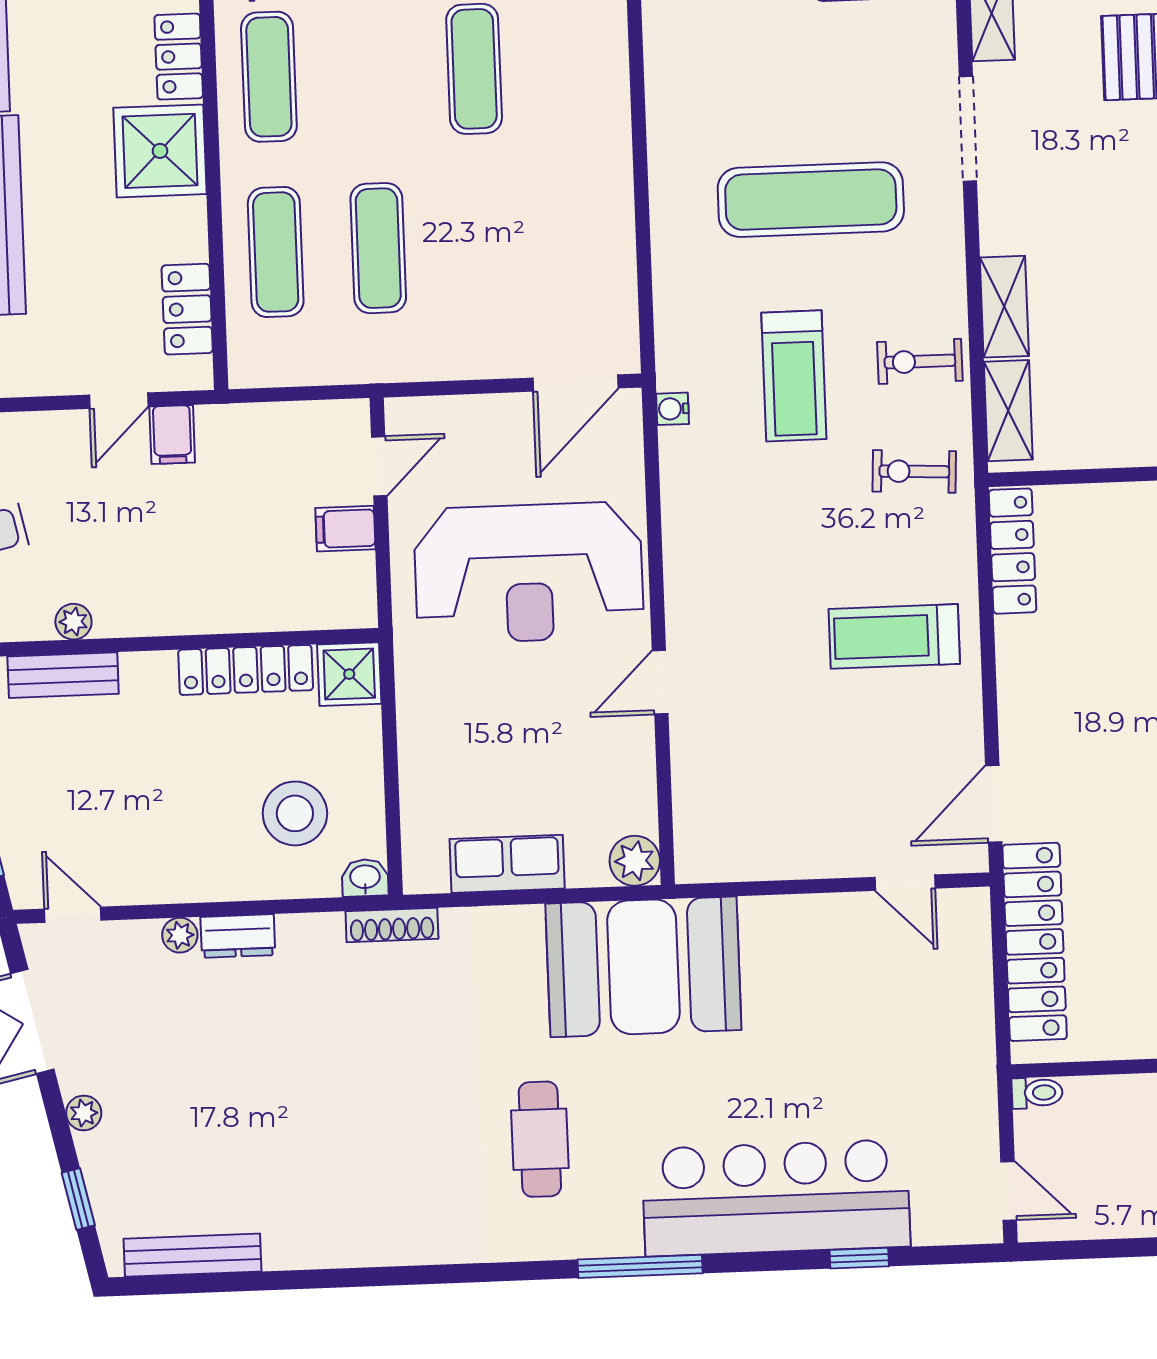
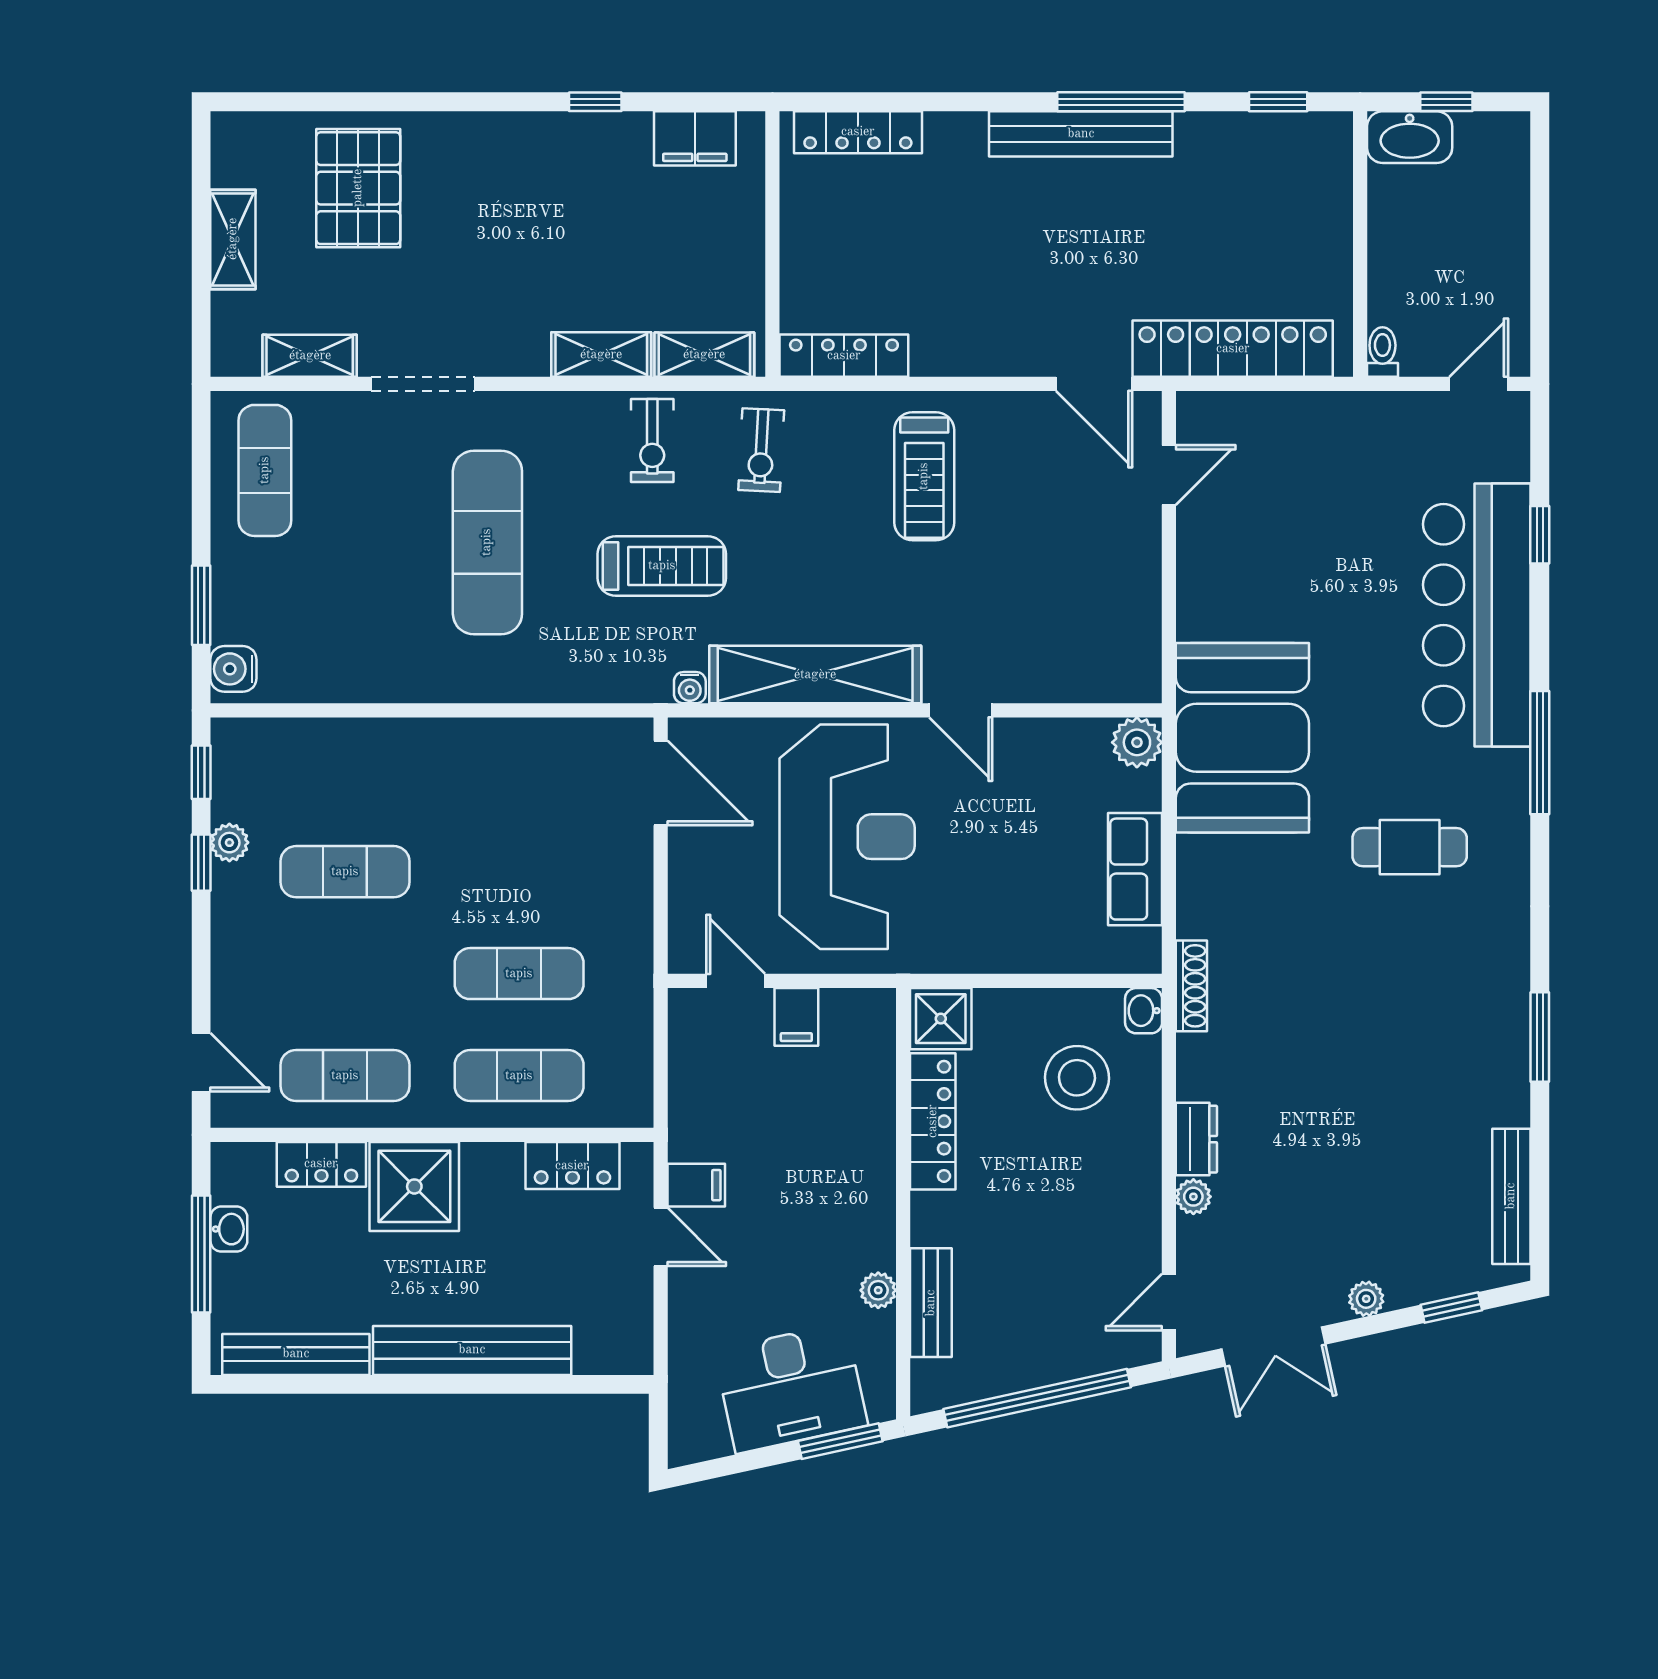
shelving: (691, 534) -> (815, 675), added
window: (354, 1277) -> (1540, 1037), added

